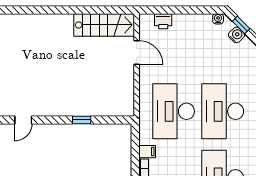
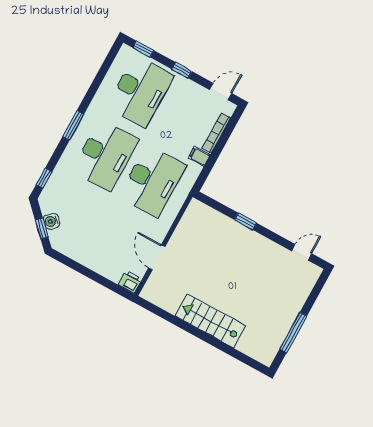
water cooler: (218, 19) -> (61, 247), removed
printer: (163, 21) -> (130, 282), moved
stairs: (104, 25) -> (210, 321), moved

